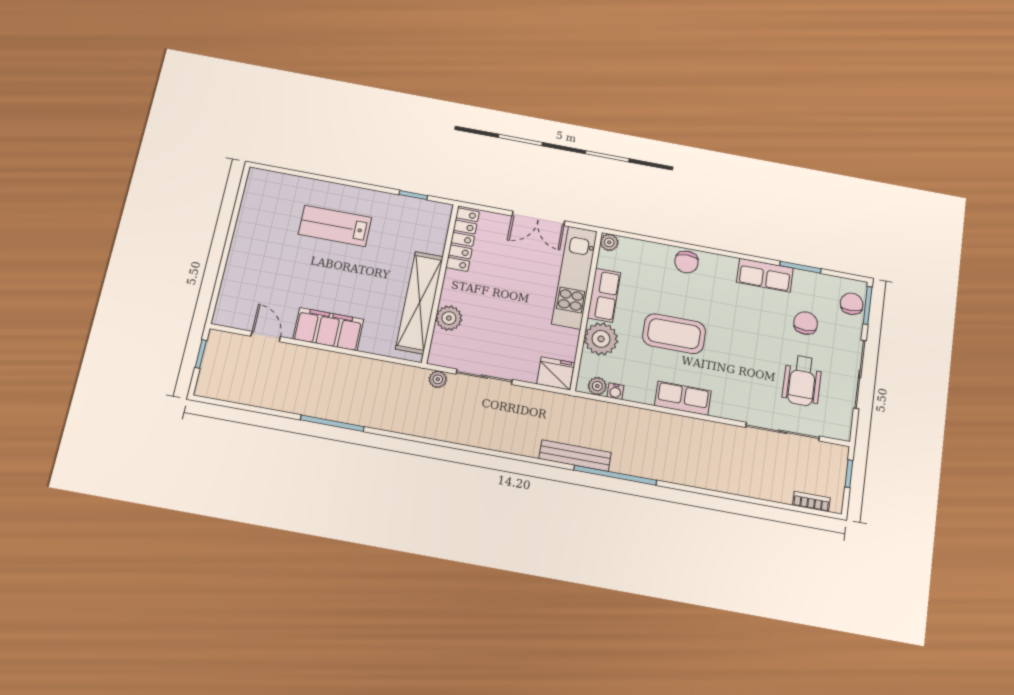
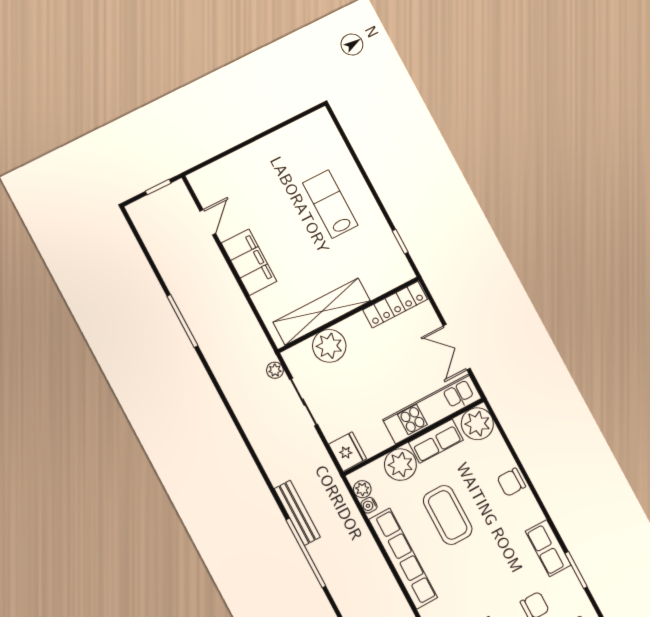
plant: (609, 242) -> (477, 424), width x1.87, depth x1.87
plant: (449, 318) -> (329, 346), width x1.36, depth x1.36
row of seats: (683, 398) -> (403, 559), width x2.02

